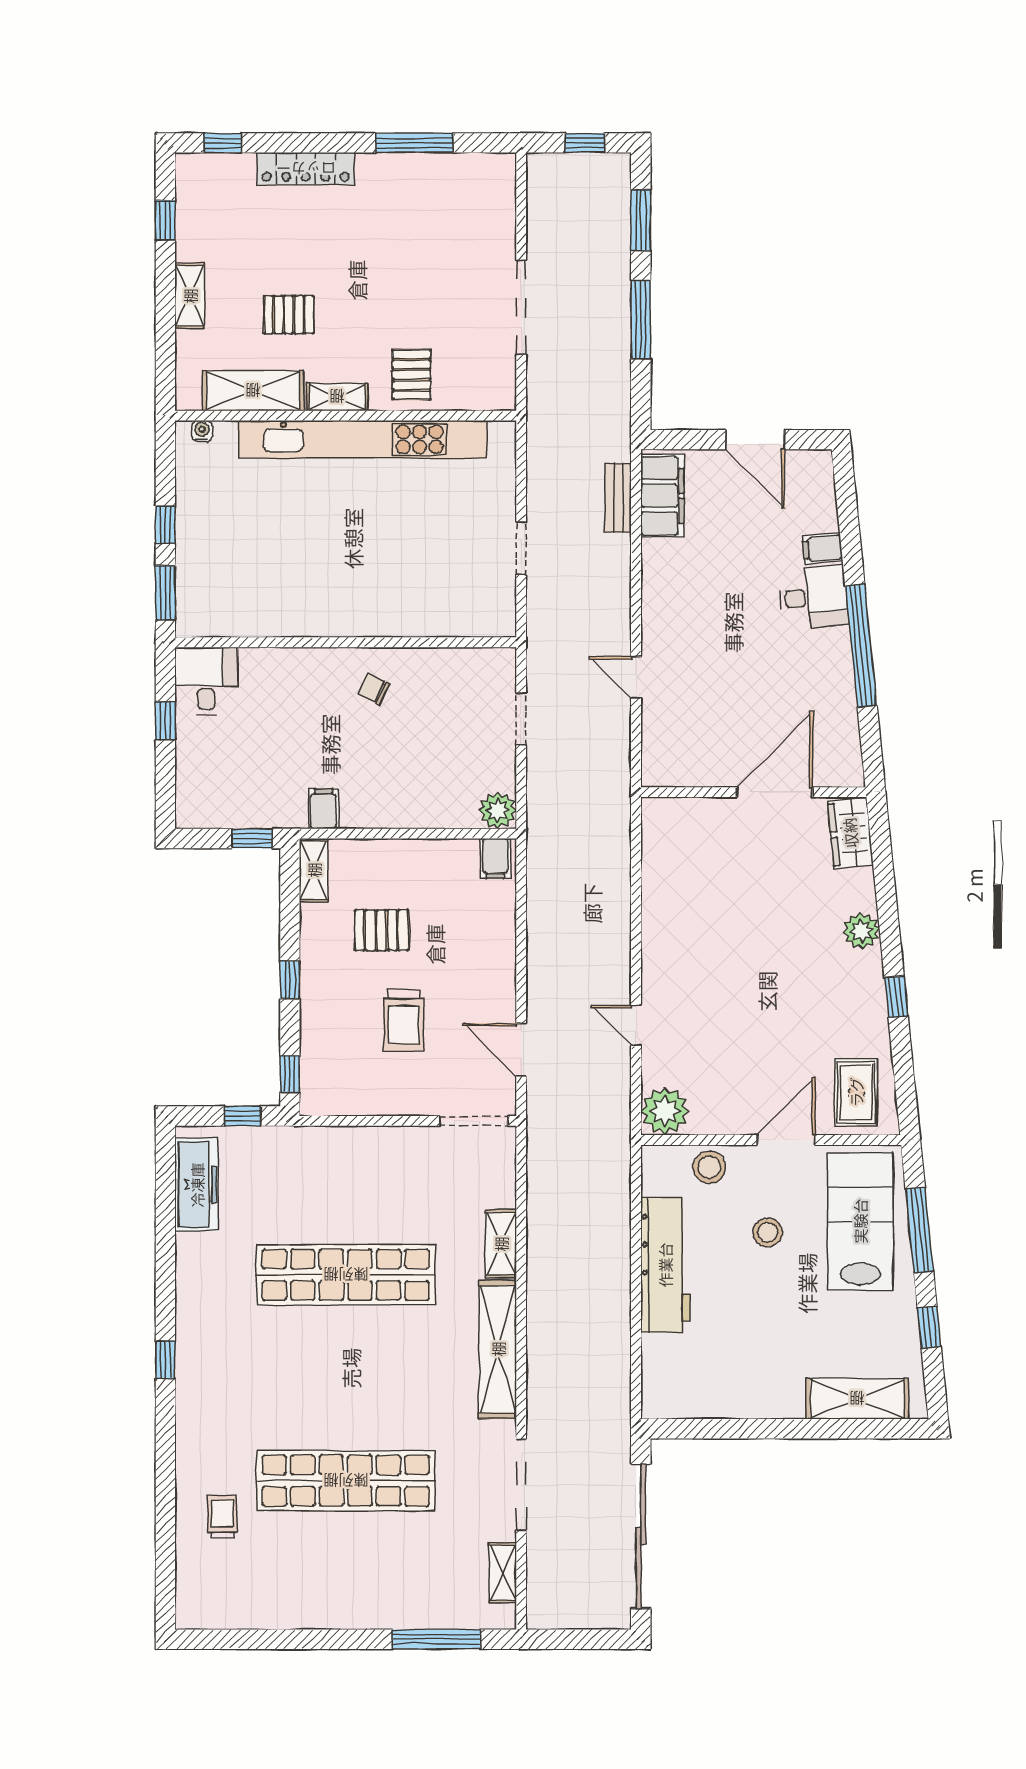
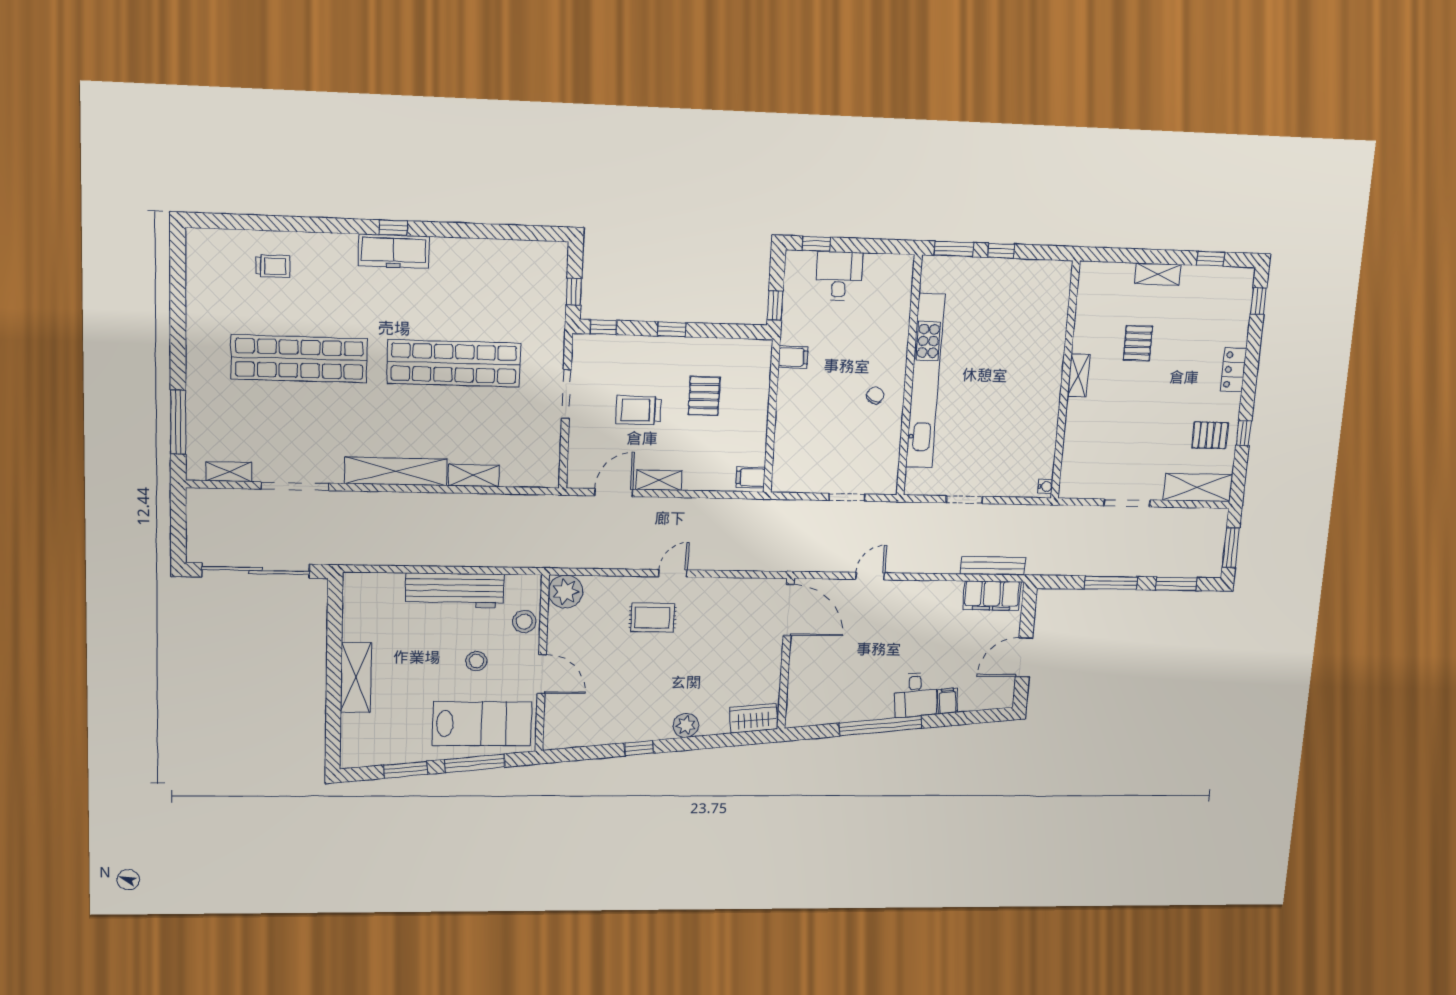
window: (414, 143) -> (1244, 433), width x0.46
window: (585, 143) -> (1231, 548), width x1.50
locker: (306, 169) -> (1234, 370), width x0.66
doorway: (521, 307) -> (1127, 503), width x0.73
pallet: (411, 375) -> (1210, 435), moved
shelving: (253, 391) -> (1198, 487), moved, turned 90
water cooler: (202, 431) -> (1045, 486), moved
kitchen unit: (363, 439) -> (925, 381), moved, turned 180
bench: (618, 498) -> (993, 566), width x1.36
desk: (206, 681) -> (839, 276), moved, turned -90
window: (165, 721) -> (816, 244), moved
door: (775, 792) -> (789, 610), moved
plant: (498, 810) -> (784, 480), removed
shelving: (314, 870) -> (659, 480), moved
door: (636, 1025) -> (673, 573), moved
rug: (856, 1092) -> (653, 618), moved
doorway: (474, 1121) -> (566, 394), moved
freezer: (197, 1185) -> (394, 251), moved
shop shelf: (346, 1275) -> (454, 363), turned 90
window: (929, 1327) -> (406, 770), width x1.50
shelving: (857, 1399) -> (356, 677), moved
shop shelf: (346, 1481) -> (299, 359), turned 90

